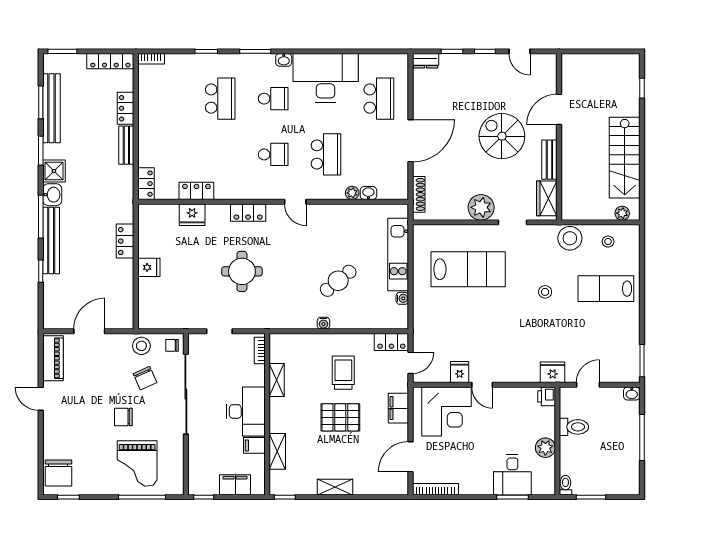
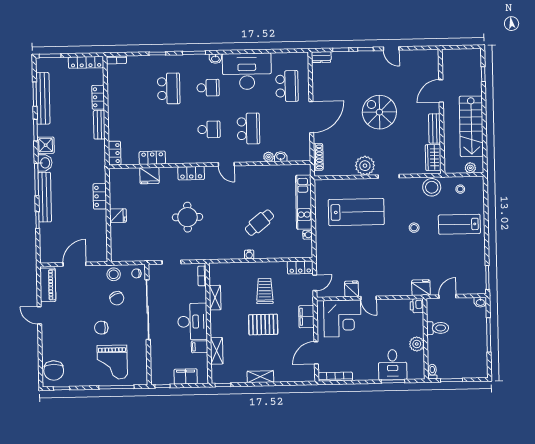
door: (559, 109) -> (441, 91), moved
wall: (559, 137) -> (441, 111), moved
bench: (549, 160) -> (435, 129), moved
wardrobe: (547, 198) -> (433, 157), moved

